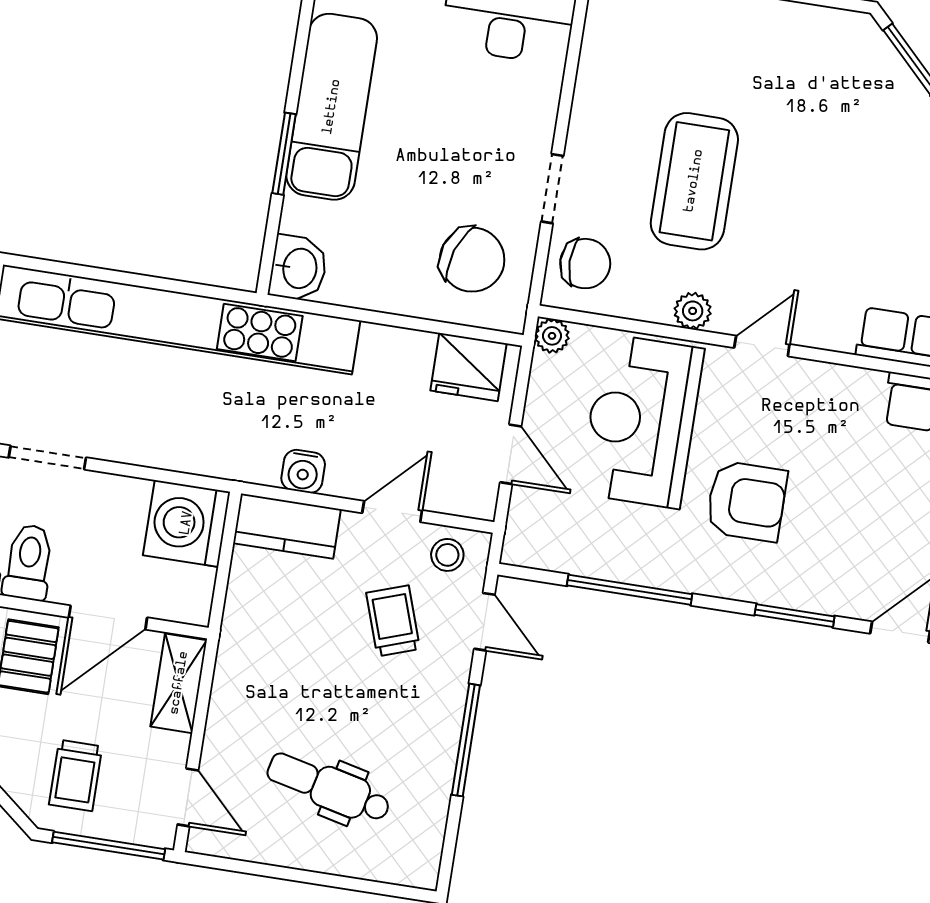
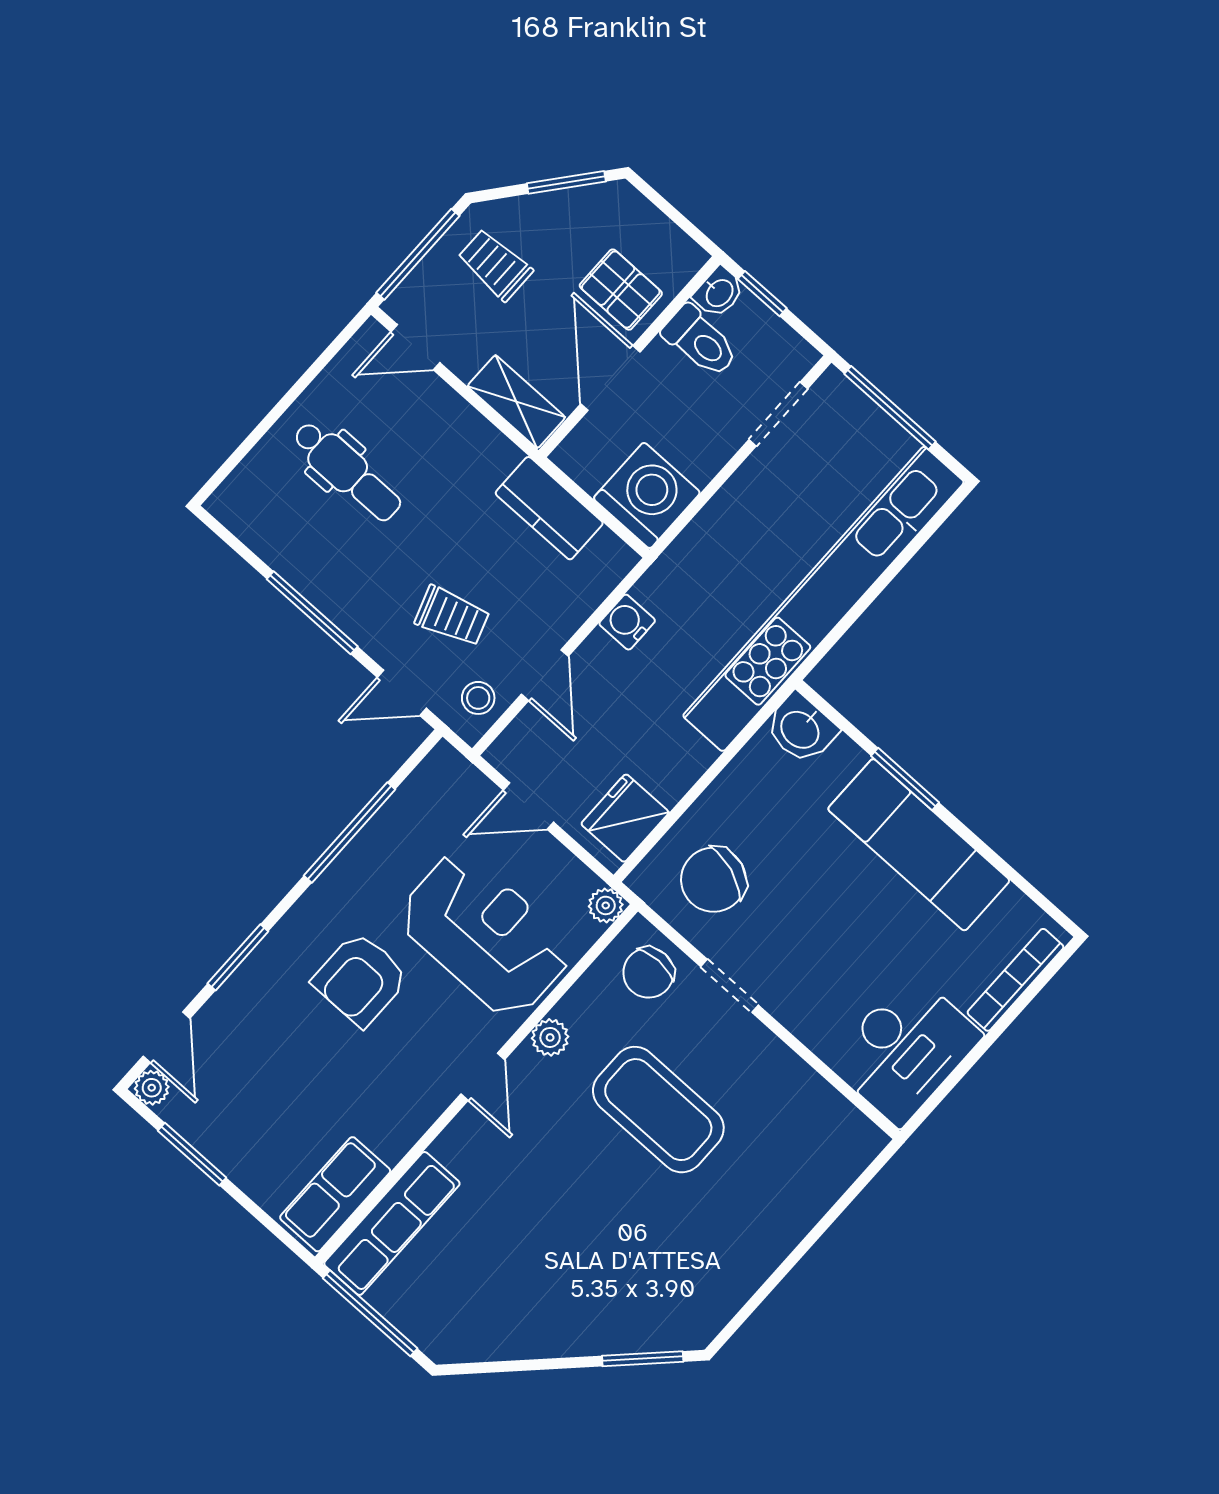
kitchen counter: (287, 526) -> (549, 508), moved, turned -90
dental chair: (329, 788) -> (347, 471), turned 77

